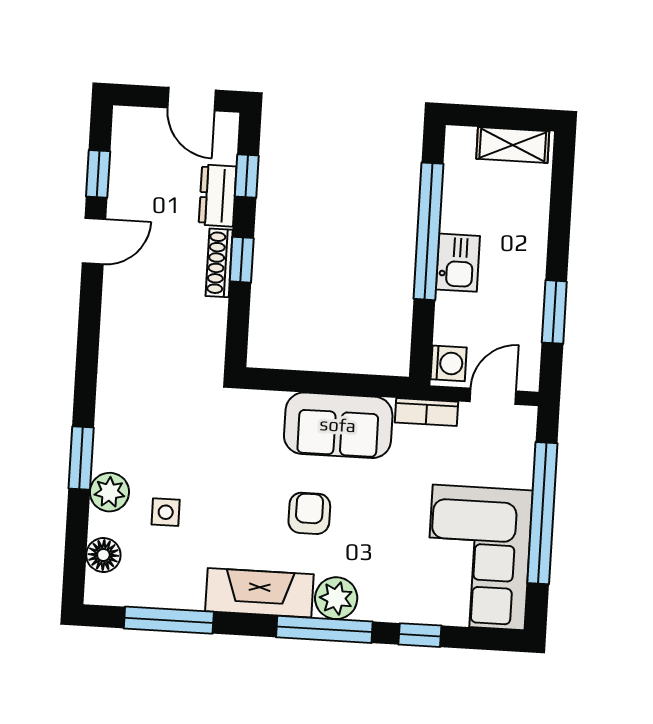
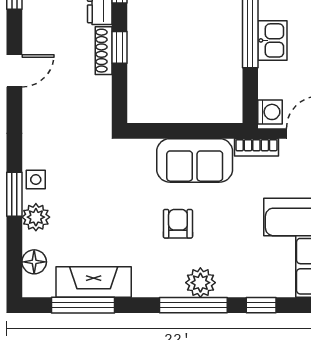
door: (94, 241) -> (14, 71), moved
side table: (166, 512) -> (36, 180), moved
fireplace: (259, 593) -> (94, 282), moved

